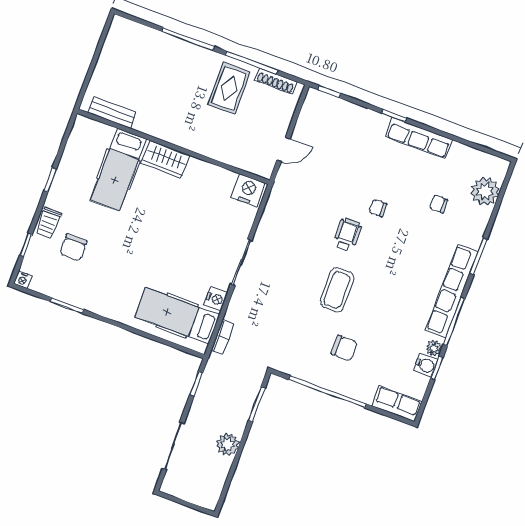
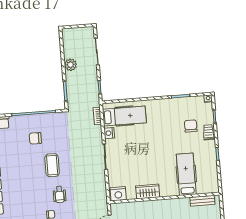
wardrobe: (165, 159) -> (148, 192), moved

